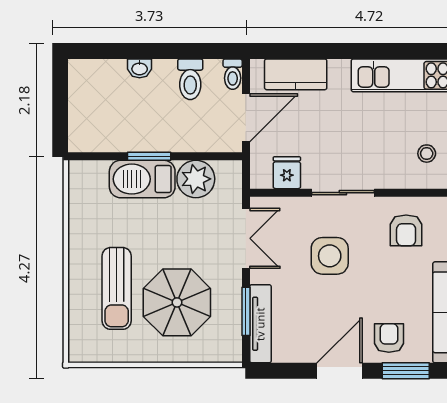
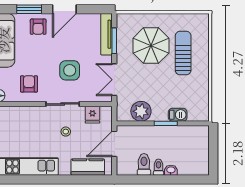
toilet: (233, 74) -> (158, 167), moved
stool: (427, 154) -> (66, 132), moved
barbecue: (142, 179) -> (178, 115), width x0.53, depth x0.65

